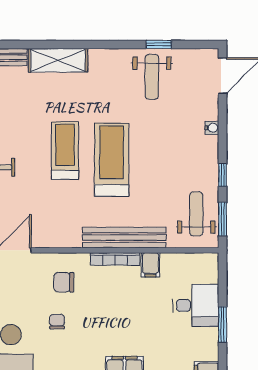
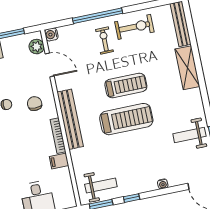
bench: (124, 238) -> (70, 119), moved

